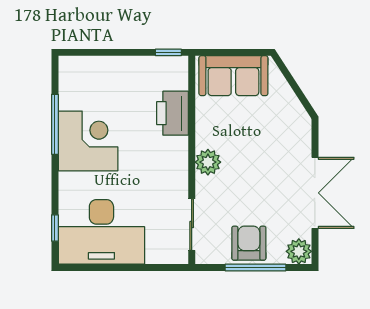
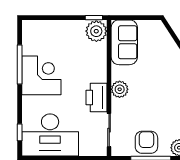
plant: (172, 73) -> (96, 31), added
sofa: (233, 76) -> (124, 42), moved, turned -90
printer: (172, 113) -> (96, 97), moved

